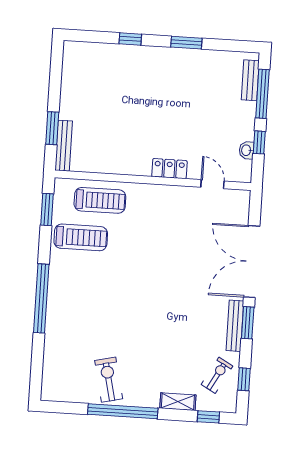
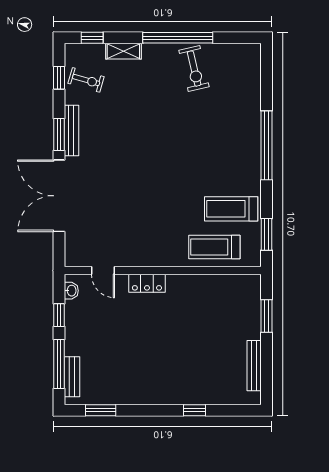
window: (186, 43) -> (101, 410), moved
bench: (64, 146) -> (254, 366), moved
washbasin: (246, 150) -> (71, 291), moved
double door: (252, 262) -> (59, 196), swing flipped
exercise bike: (217, 375) -> (86, 80), turned -103

